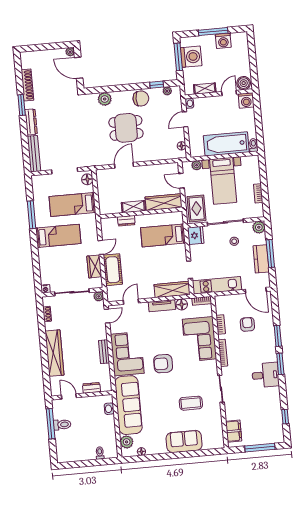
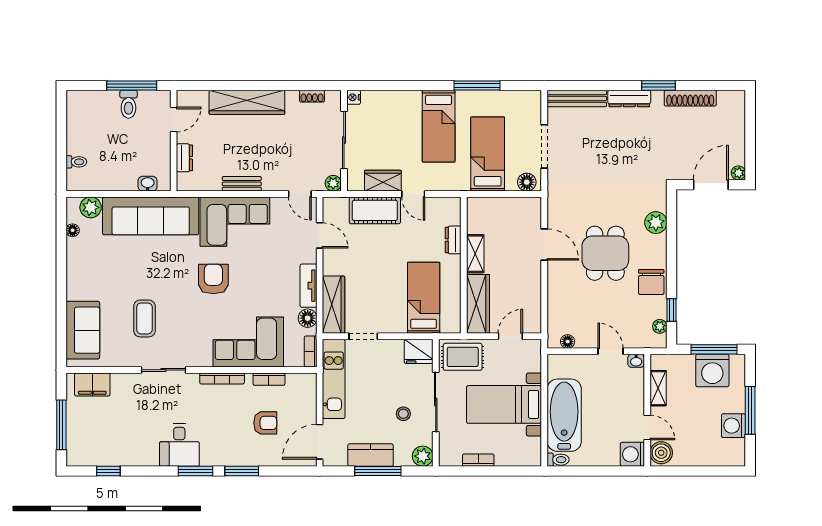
plant: (197, 165) -> (533, 363), removed
sofa: (184, 441) -> (83, 330), moved

